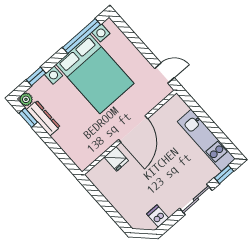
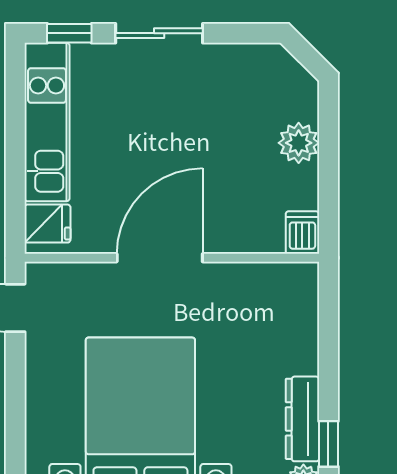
fridge: (116, 159) -> (47, 224), moved, turned 90
plant: (121, 204) -> (299, 143), added
dishwasher: (158, 216) -> (302, 233), moved, turned 180

